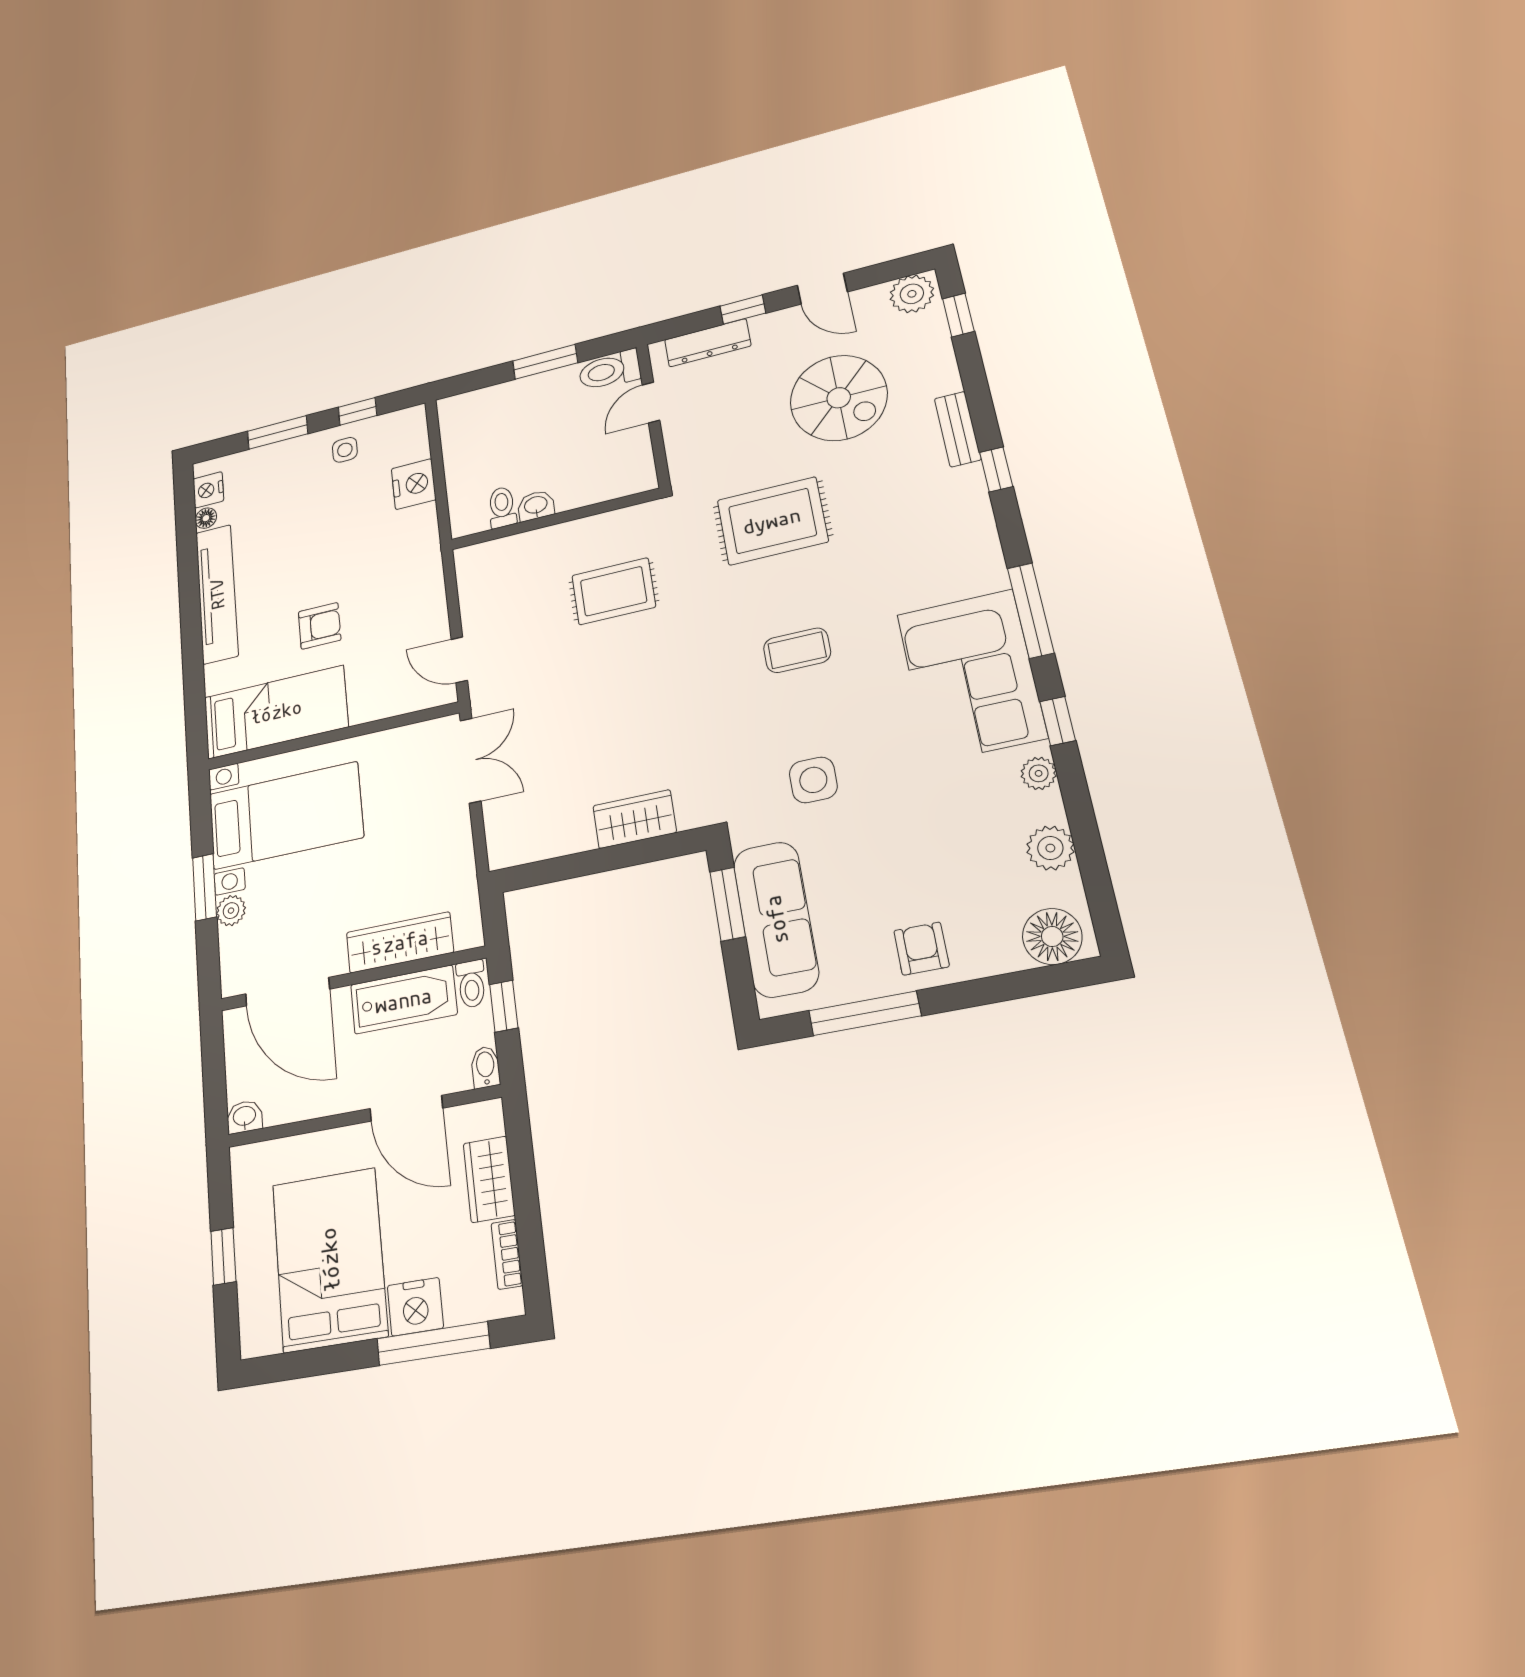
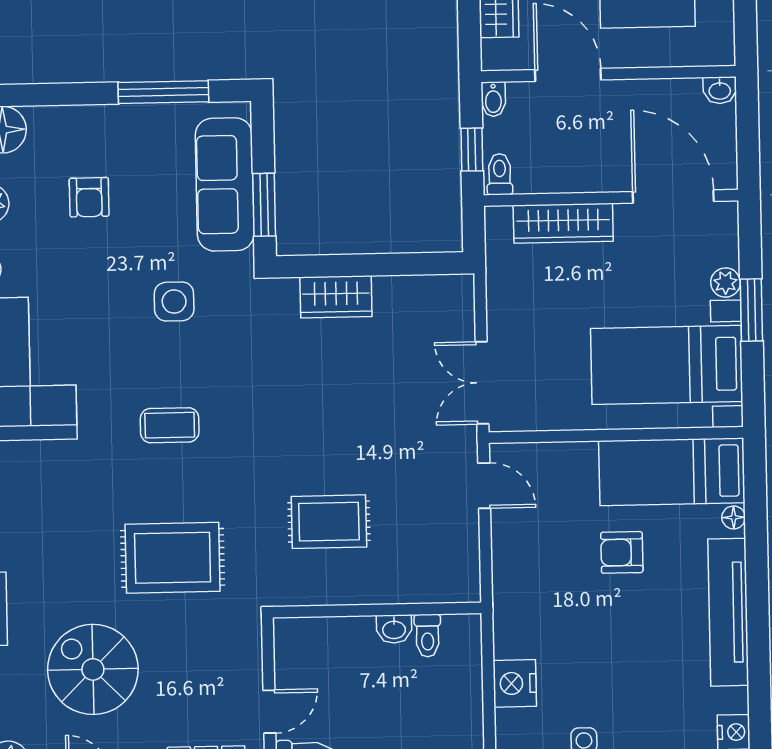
floor lamp: (206, 518) -> (734, 517), moved
armchair: (921, 949) -> (89, 197), moved
bathtub: (404, 1000) -> (563, 171), removed

